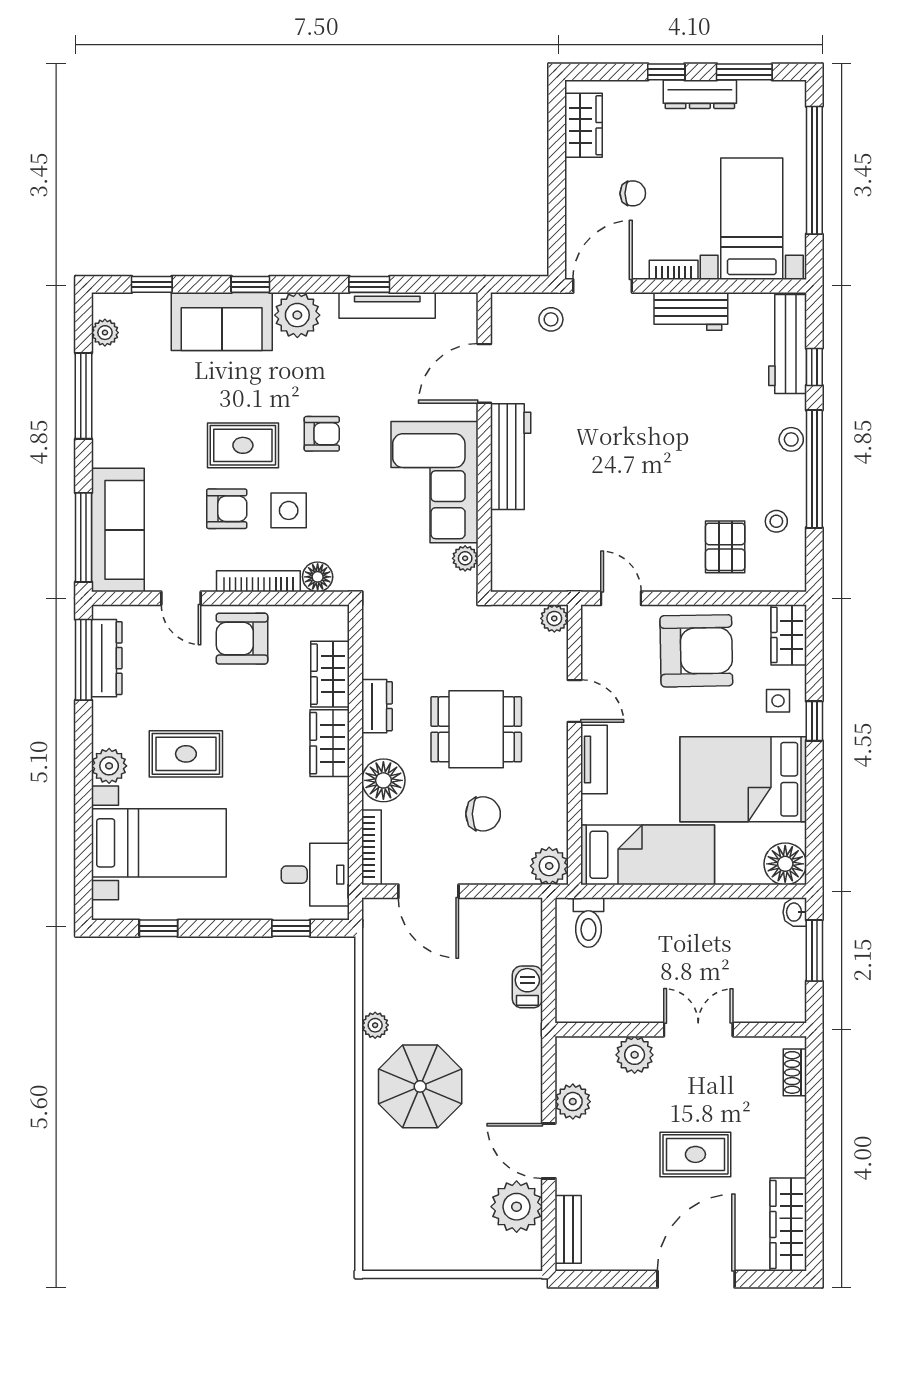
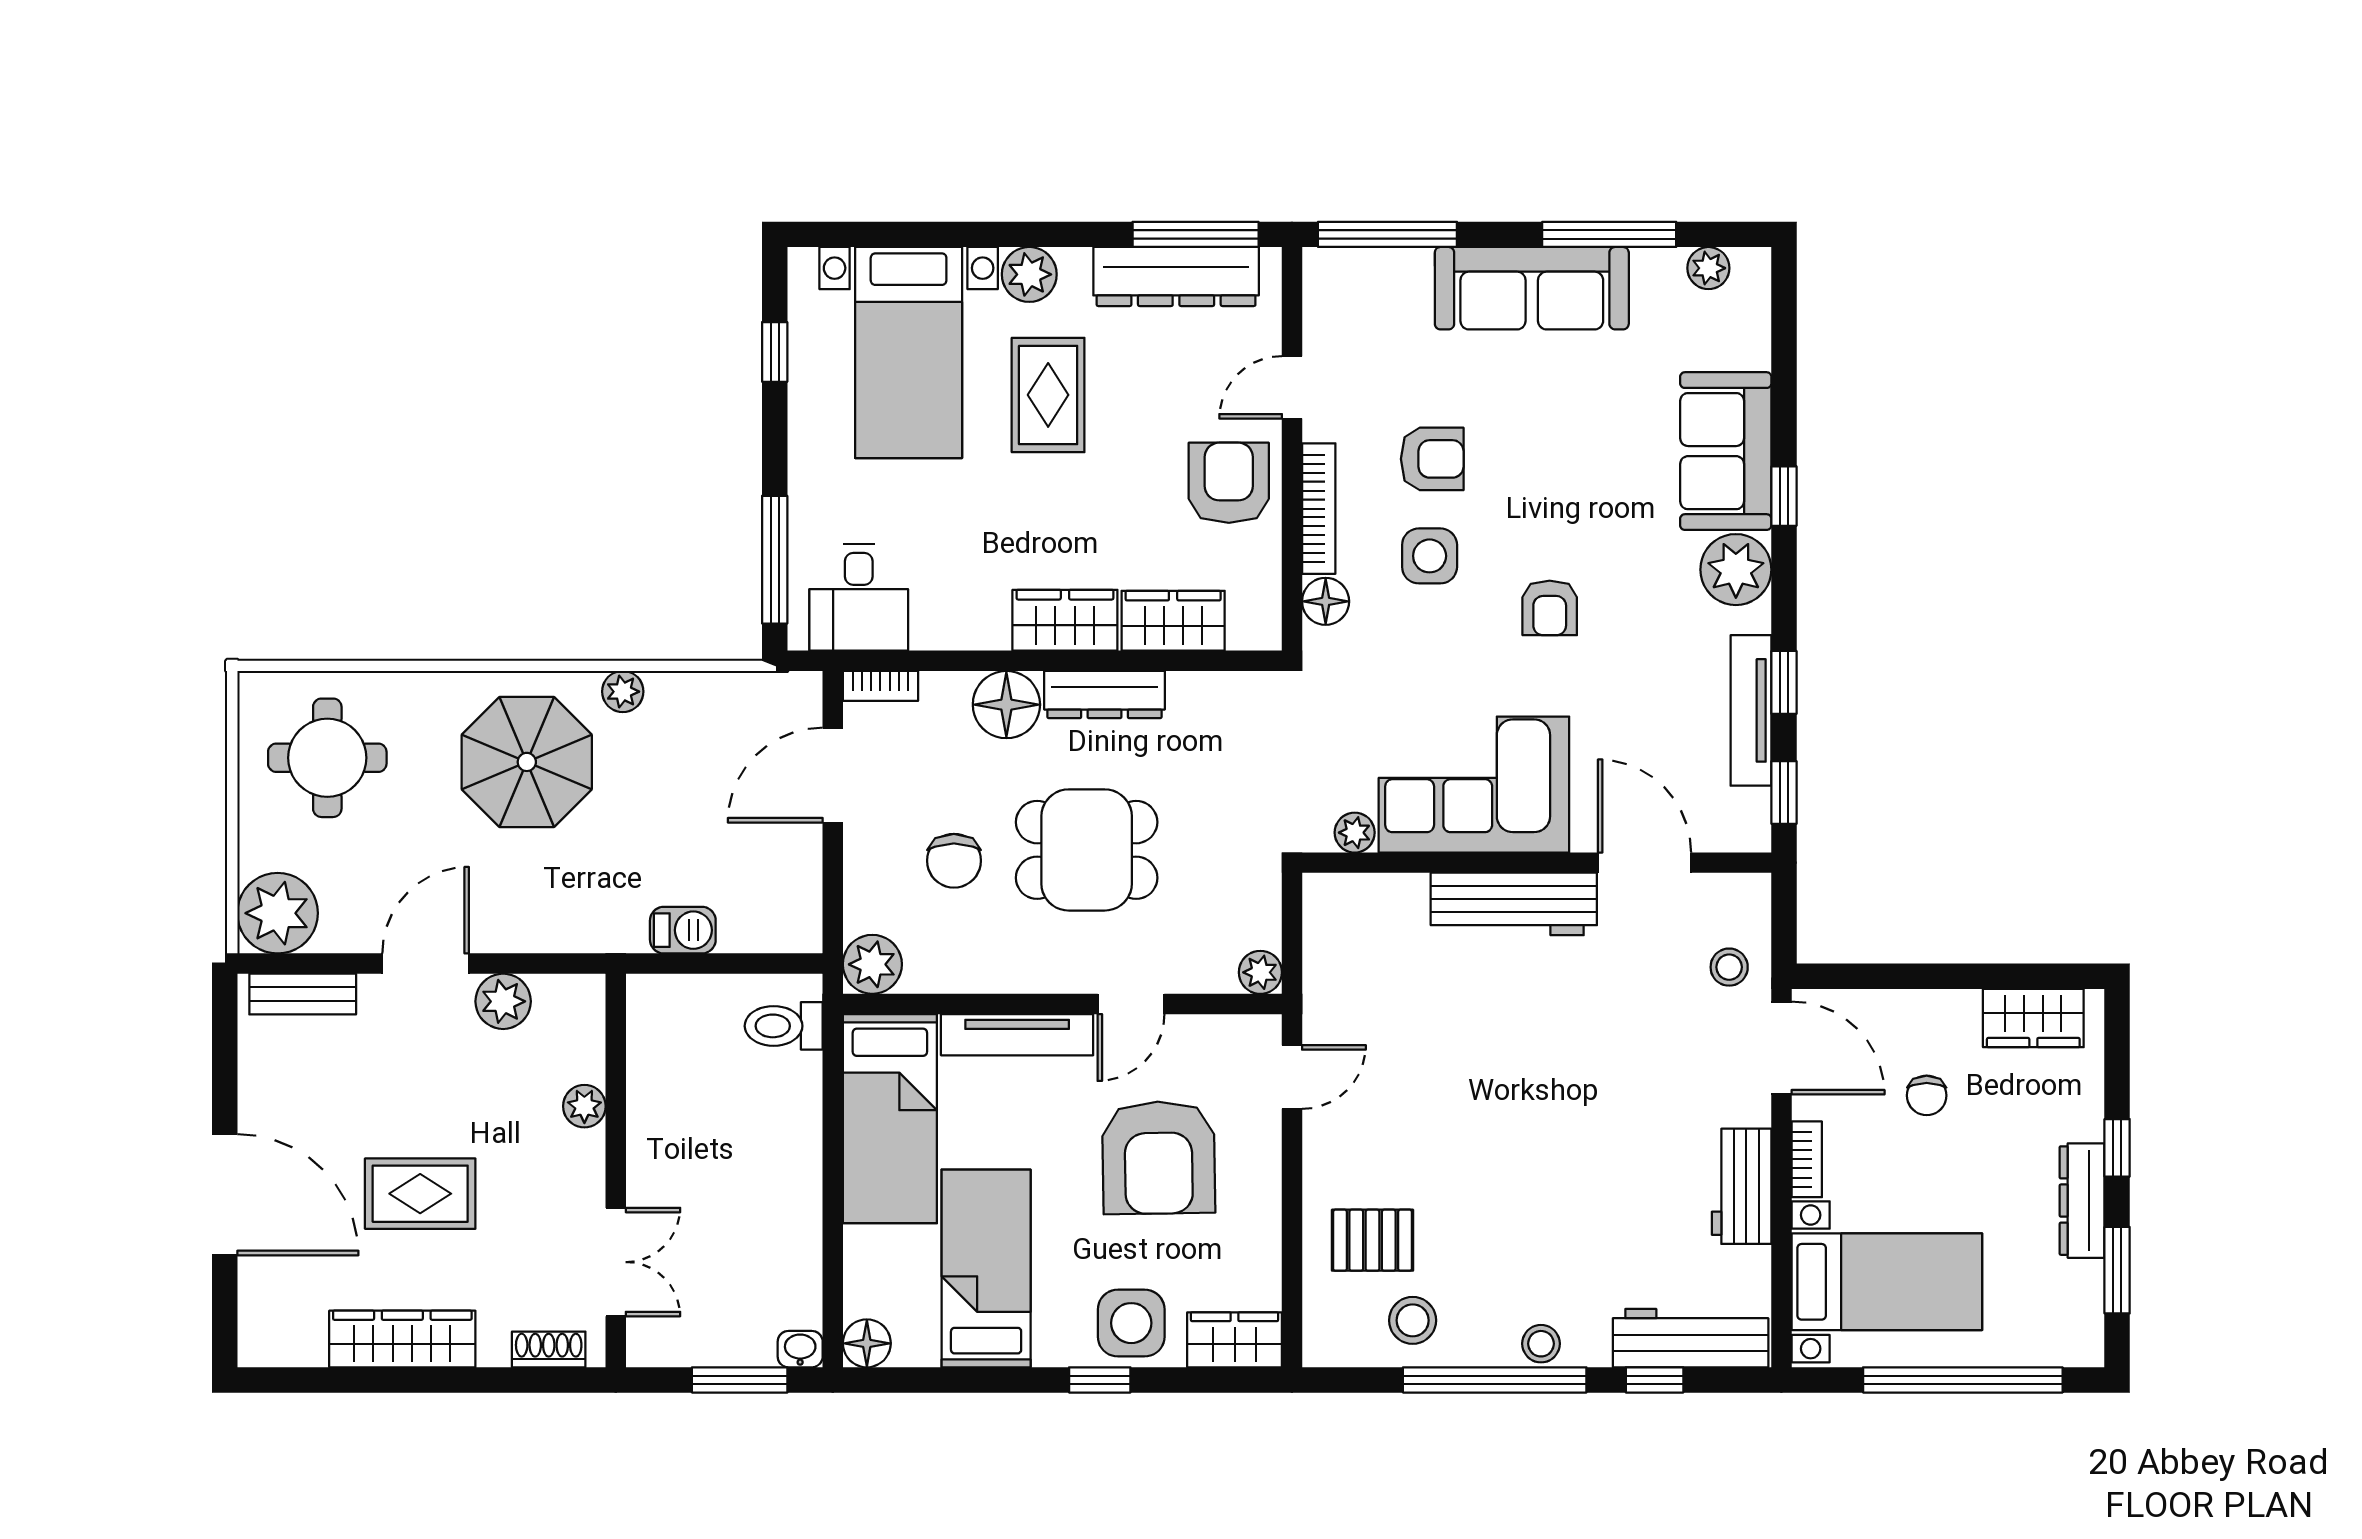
window: (152, 284) -> (1784, 793), moved
rug: (243, 445) -> (1532, 484), removed
armchair: (227, 509) -> (1432, 459), turned -90
stool: (776, 521) -> (1413, 1320), width x1.37, depth x1.37
sofa: (118, 530) -> (1532, 288), moved
armchair: (696, 651) -> (1159, 1158), moved
dresser: (107, 658) -> (1176, 277), width x1.37, depth x1.24
side table: (778, 701) -> (1131, 1323), width x1.87, depth x1.87
dresser: (377, 706) -> (1104, 694), width x1.44
dining table: (476, 729) -> (1087, 850), turned 90
tv unit: (594, 760) -> (1017, 1035), width x1.41
bed: (743, 779) -> (986, 1268), width x0.67
bookcase: (372, 847) -> (880, 686), width x0.64
floor lamp: (785, 864) -> (867, 1343), width x0.73, depth x0.73
window: (291, 928) -> (775, 560), width x2.17
double door: (698, 1030) -> (616, 1262), moved
plant: (635, 1055) -> (584, 1106), width x0.73, depth x0.73
rug: (695, 1154) -> (420, 1194), turned 90
plant: (517, 1207) -> (278, 913), moved
round table: (417, 1214) -> (327, 758), added
wardrobe: (788, 1224) -> (402, 1339), moved

